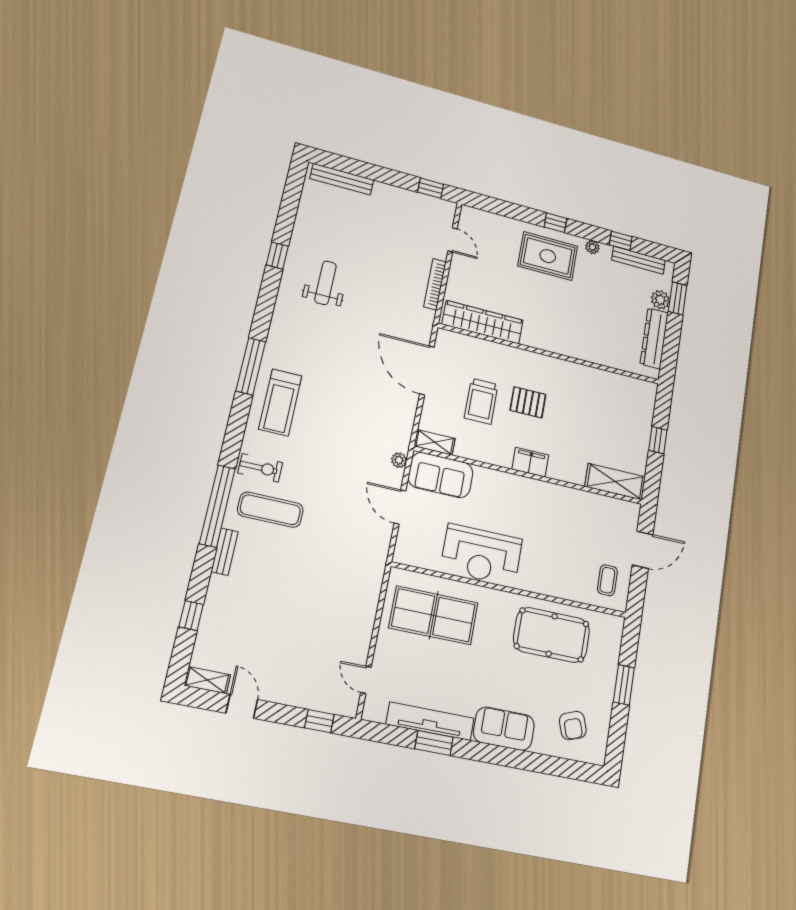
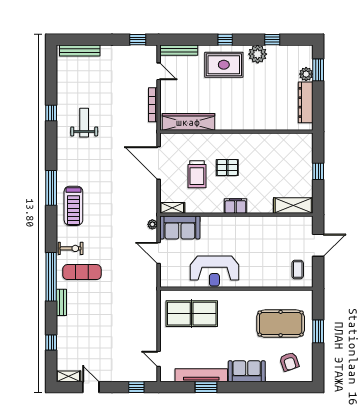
plant: (592, 247) -> (258, 54), width x1.88, depth x1.88
bench: (638, 260) -> (179, 50), moved
pool table: (552, 635) -> (281, 324), moved

